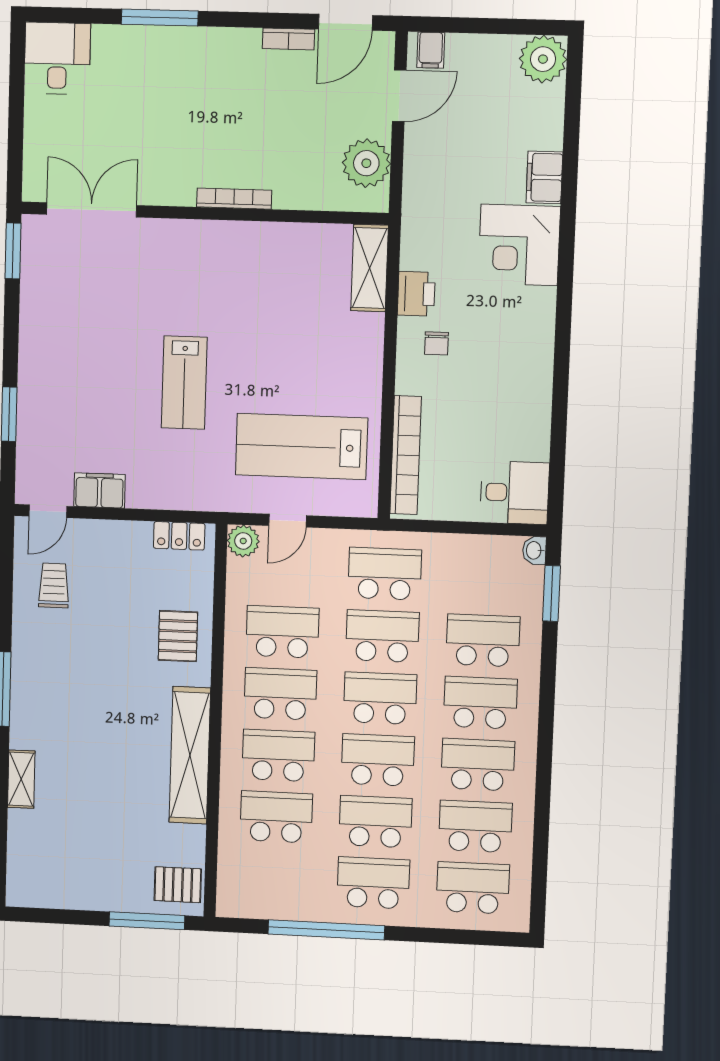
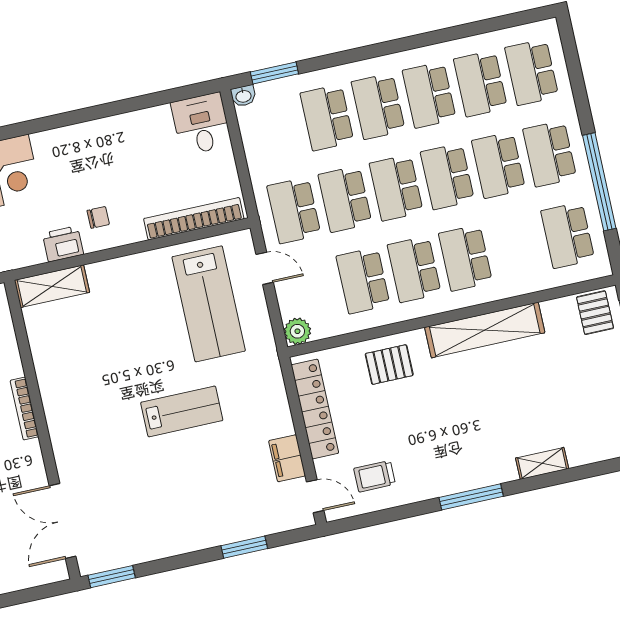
door: (288, 521) -> (265, 268), moved
locker: (179, 536) -> (315, 409), width x2.16, depth x1.21
school desk: (276, 817) -> (568, 235), moved

